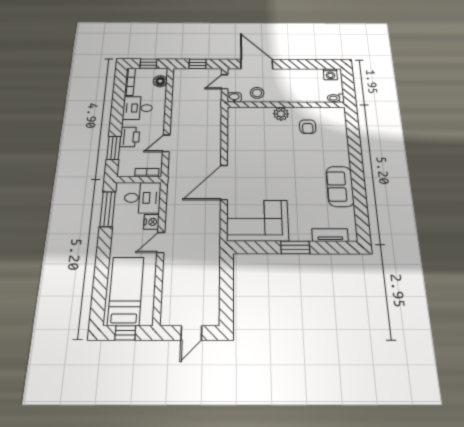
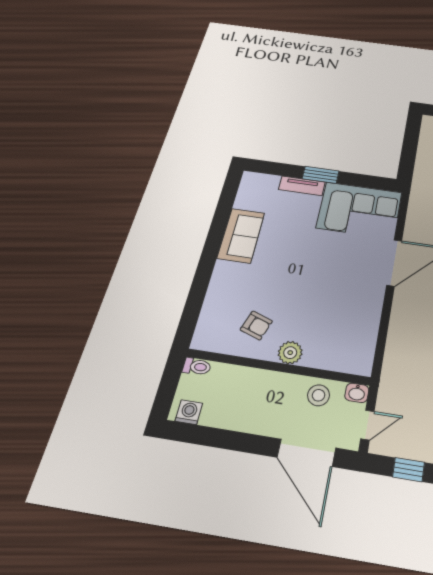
armchair: (308, 127) -> (256, 325), turned 109
tv unit: (330, 235) -> (302, 186), moved

